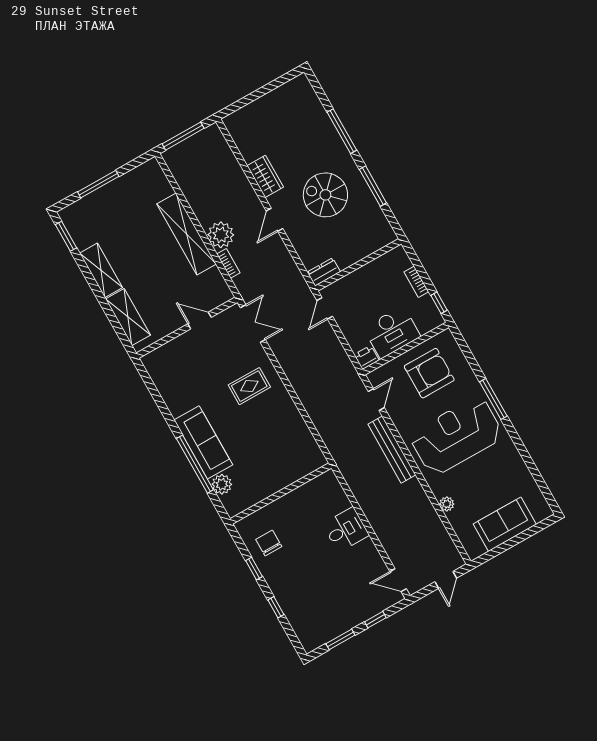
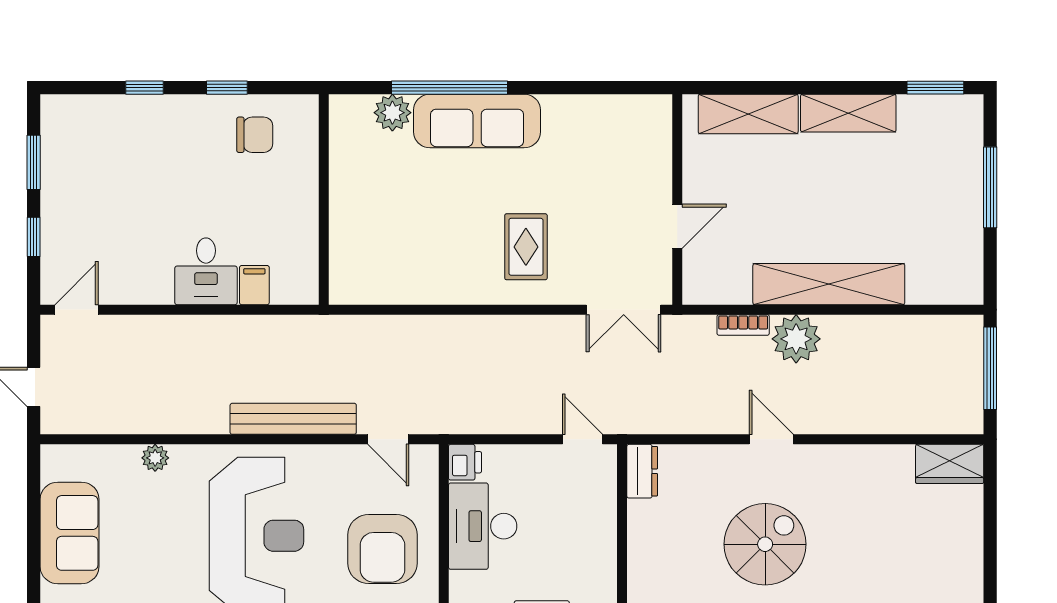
wardrobe: (265, 176) -> (950, 464), moved
filing cabinet: (339, 503) -> (254, 285), added

